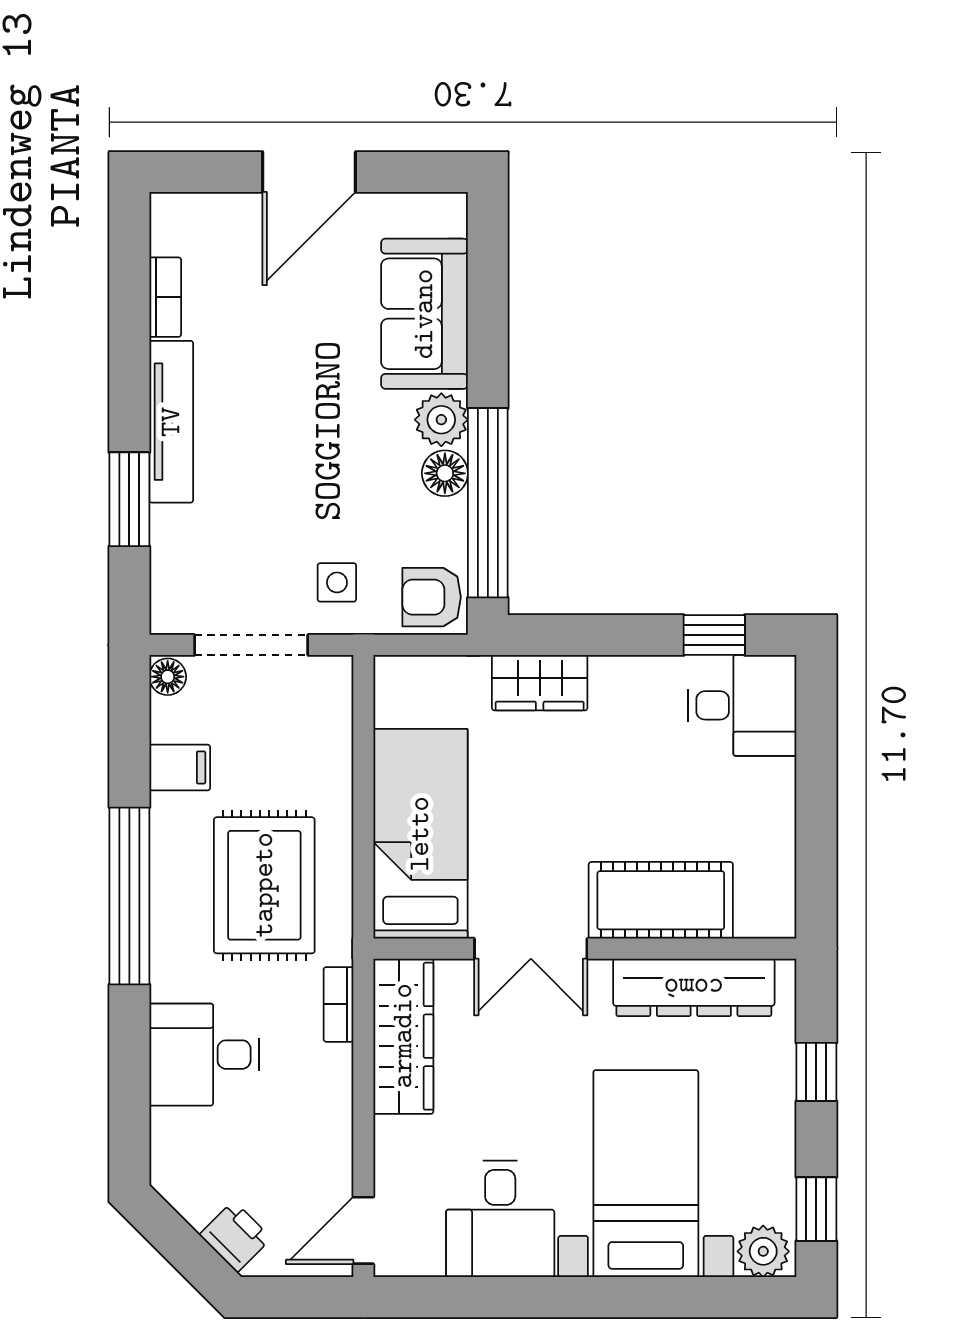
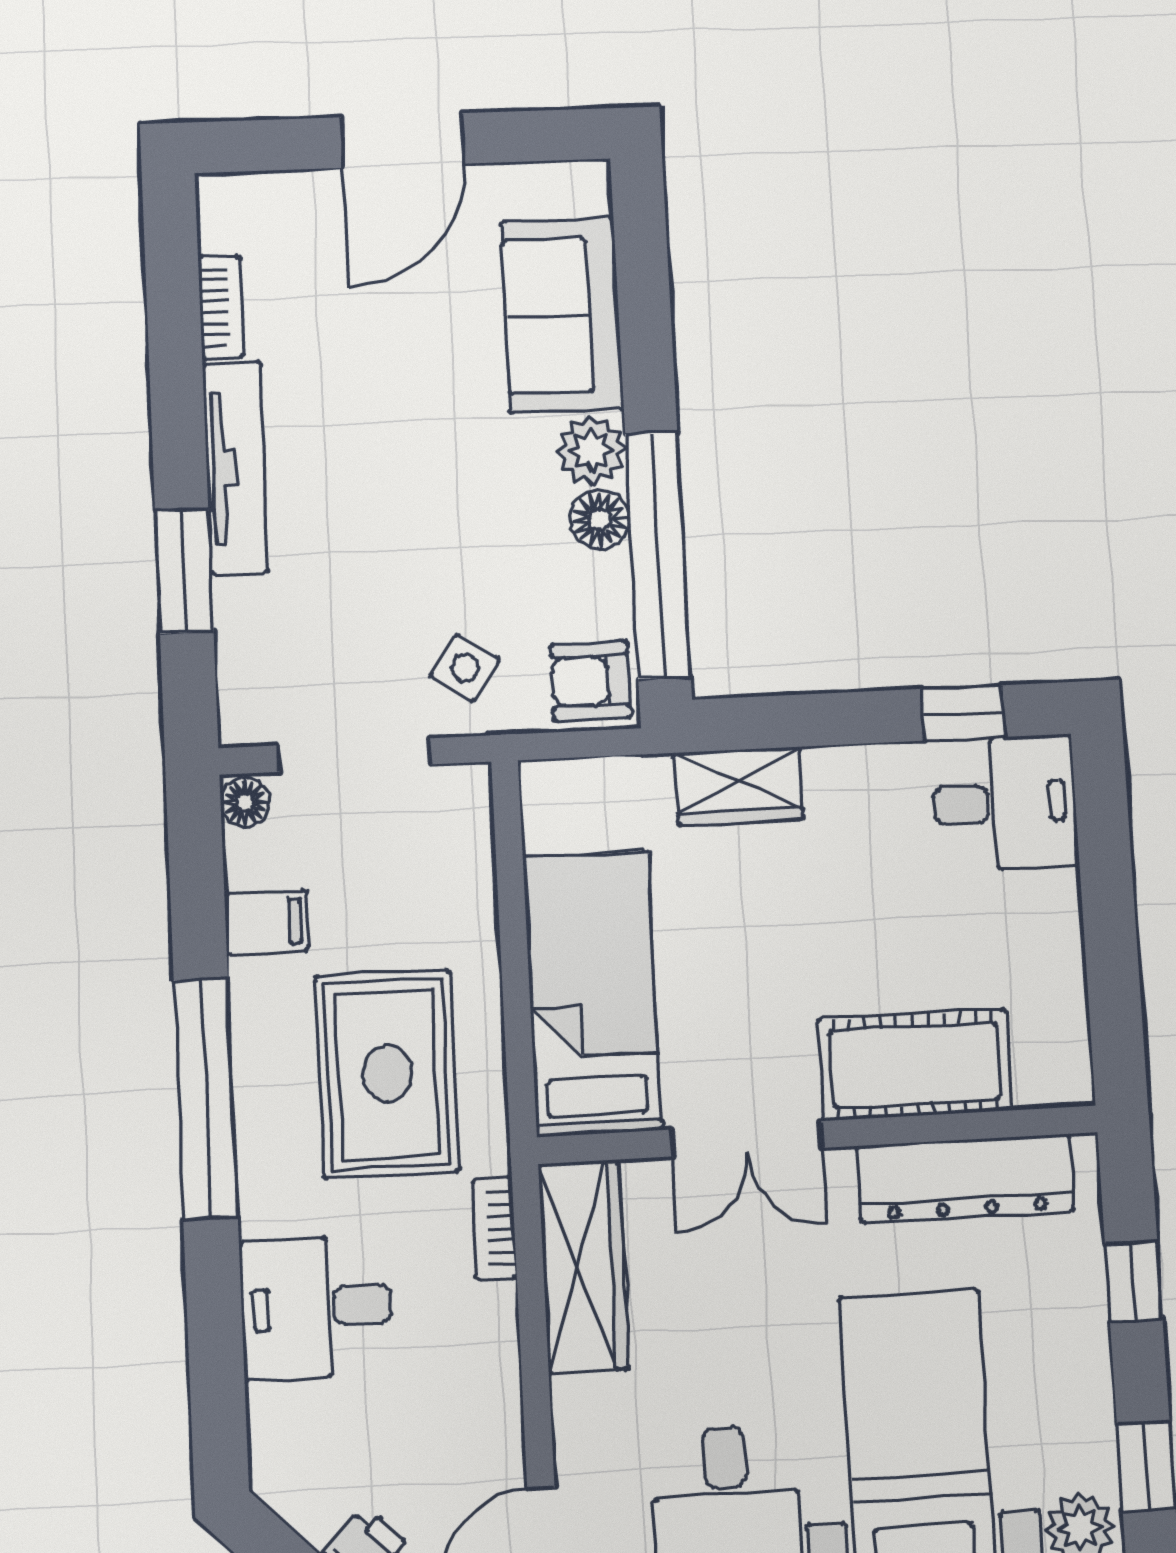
side table: (337, 582) -> (465, 668), turned 34

